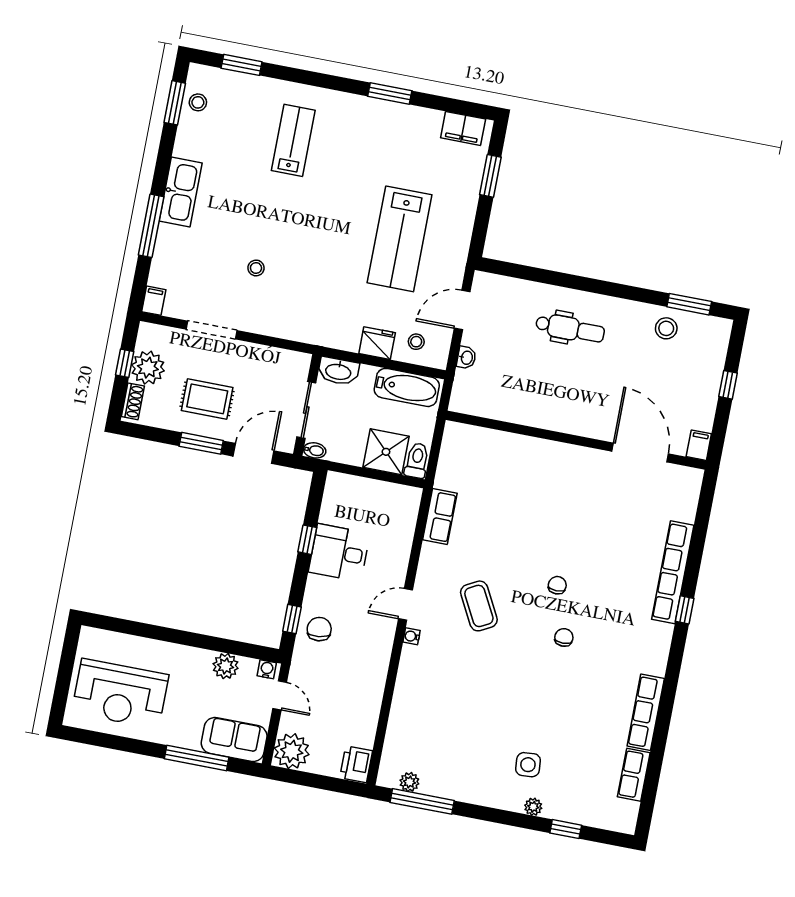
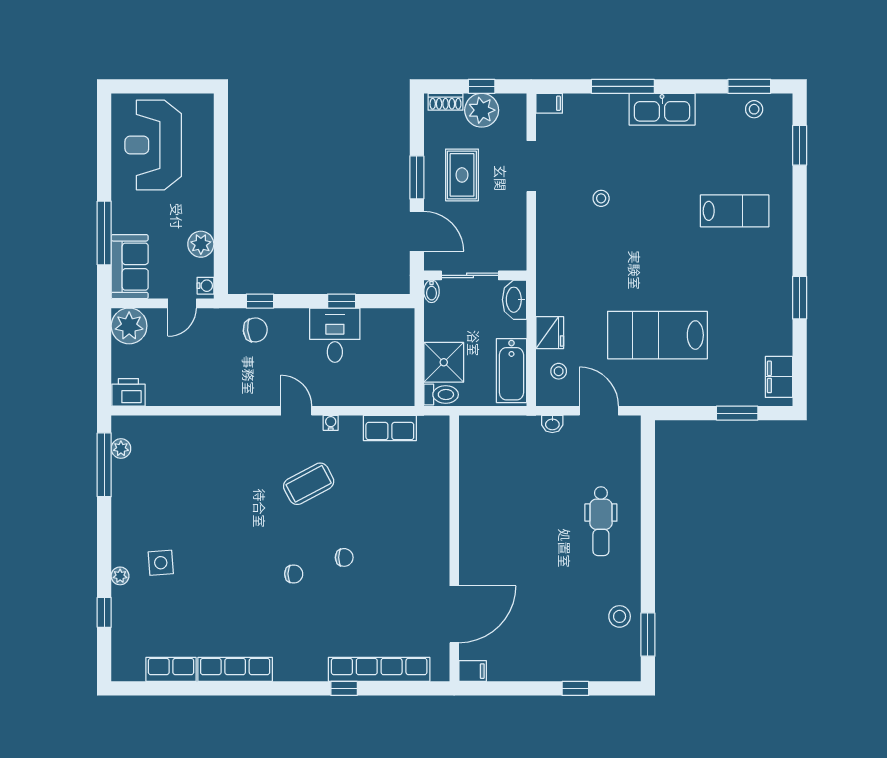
wall: (576, 440) -> (454, 548), moved
filing cabinet: (699, 445) -> (473, 671), moved
door: (640, 453) -> (454, 614), moved
water cooler: (412, 636) -> (331, 423), moved

